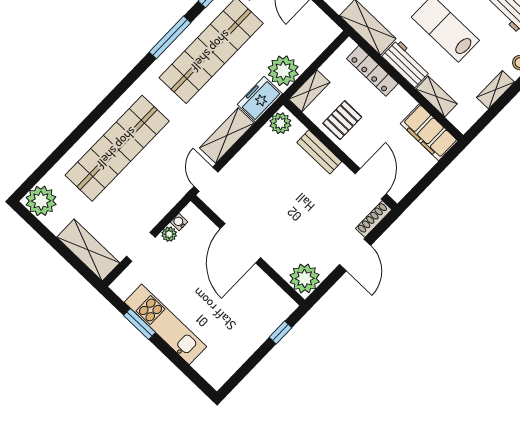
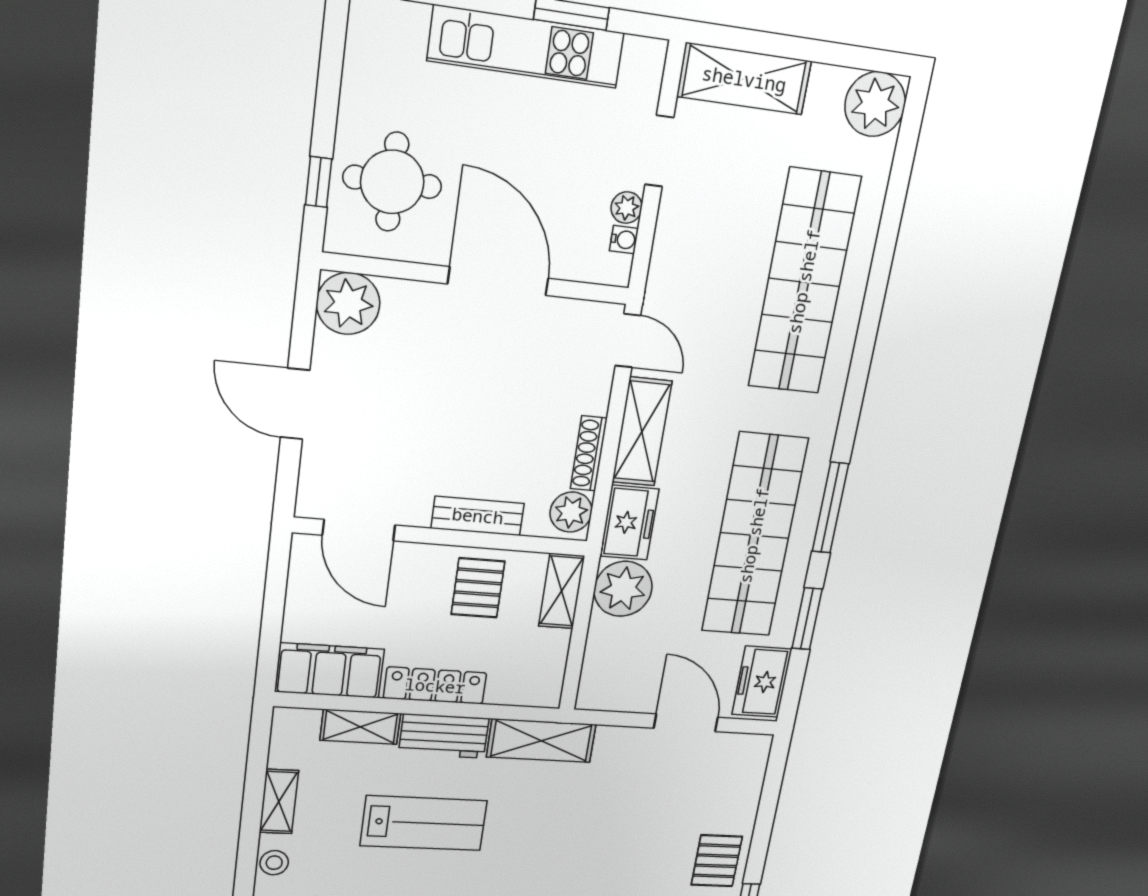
locker: (372, 71) -> (435, 686), moved
shoe rack: (374, 219) -> (589, 453), moved, turned 180
round table: (253, 312) -> (392, 182), added

